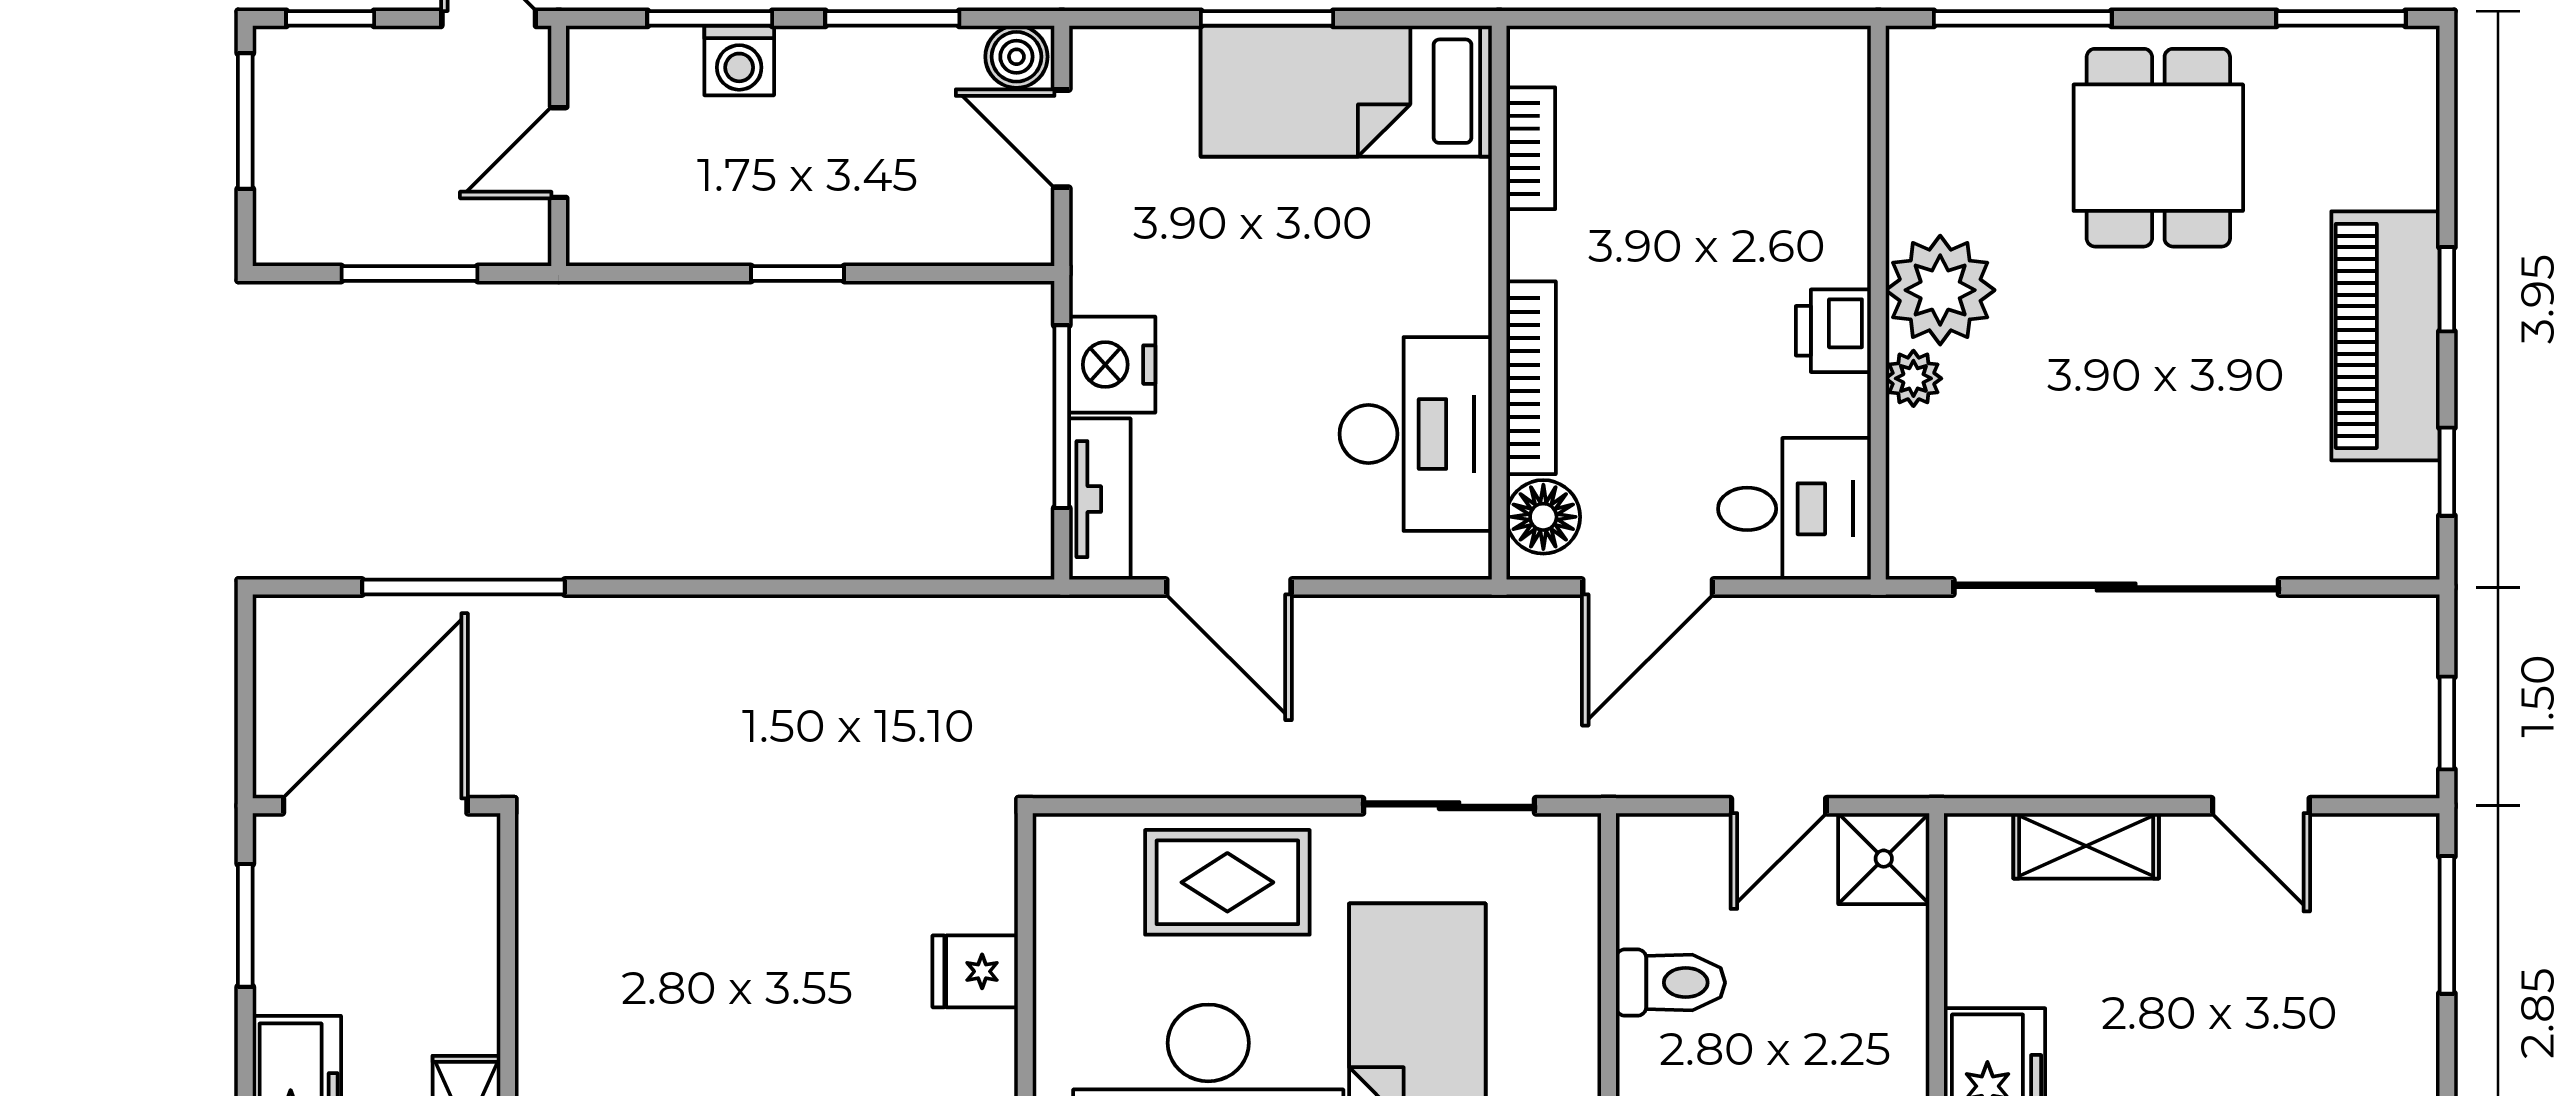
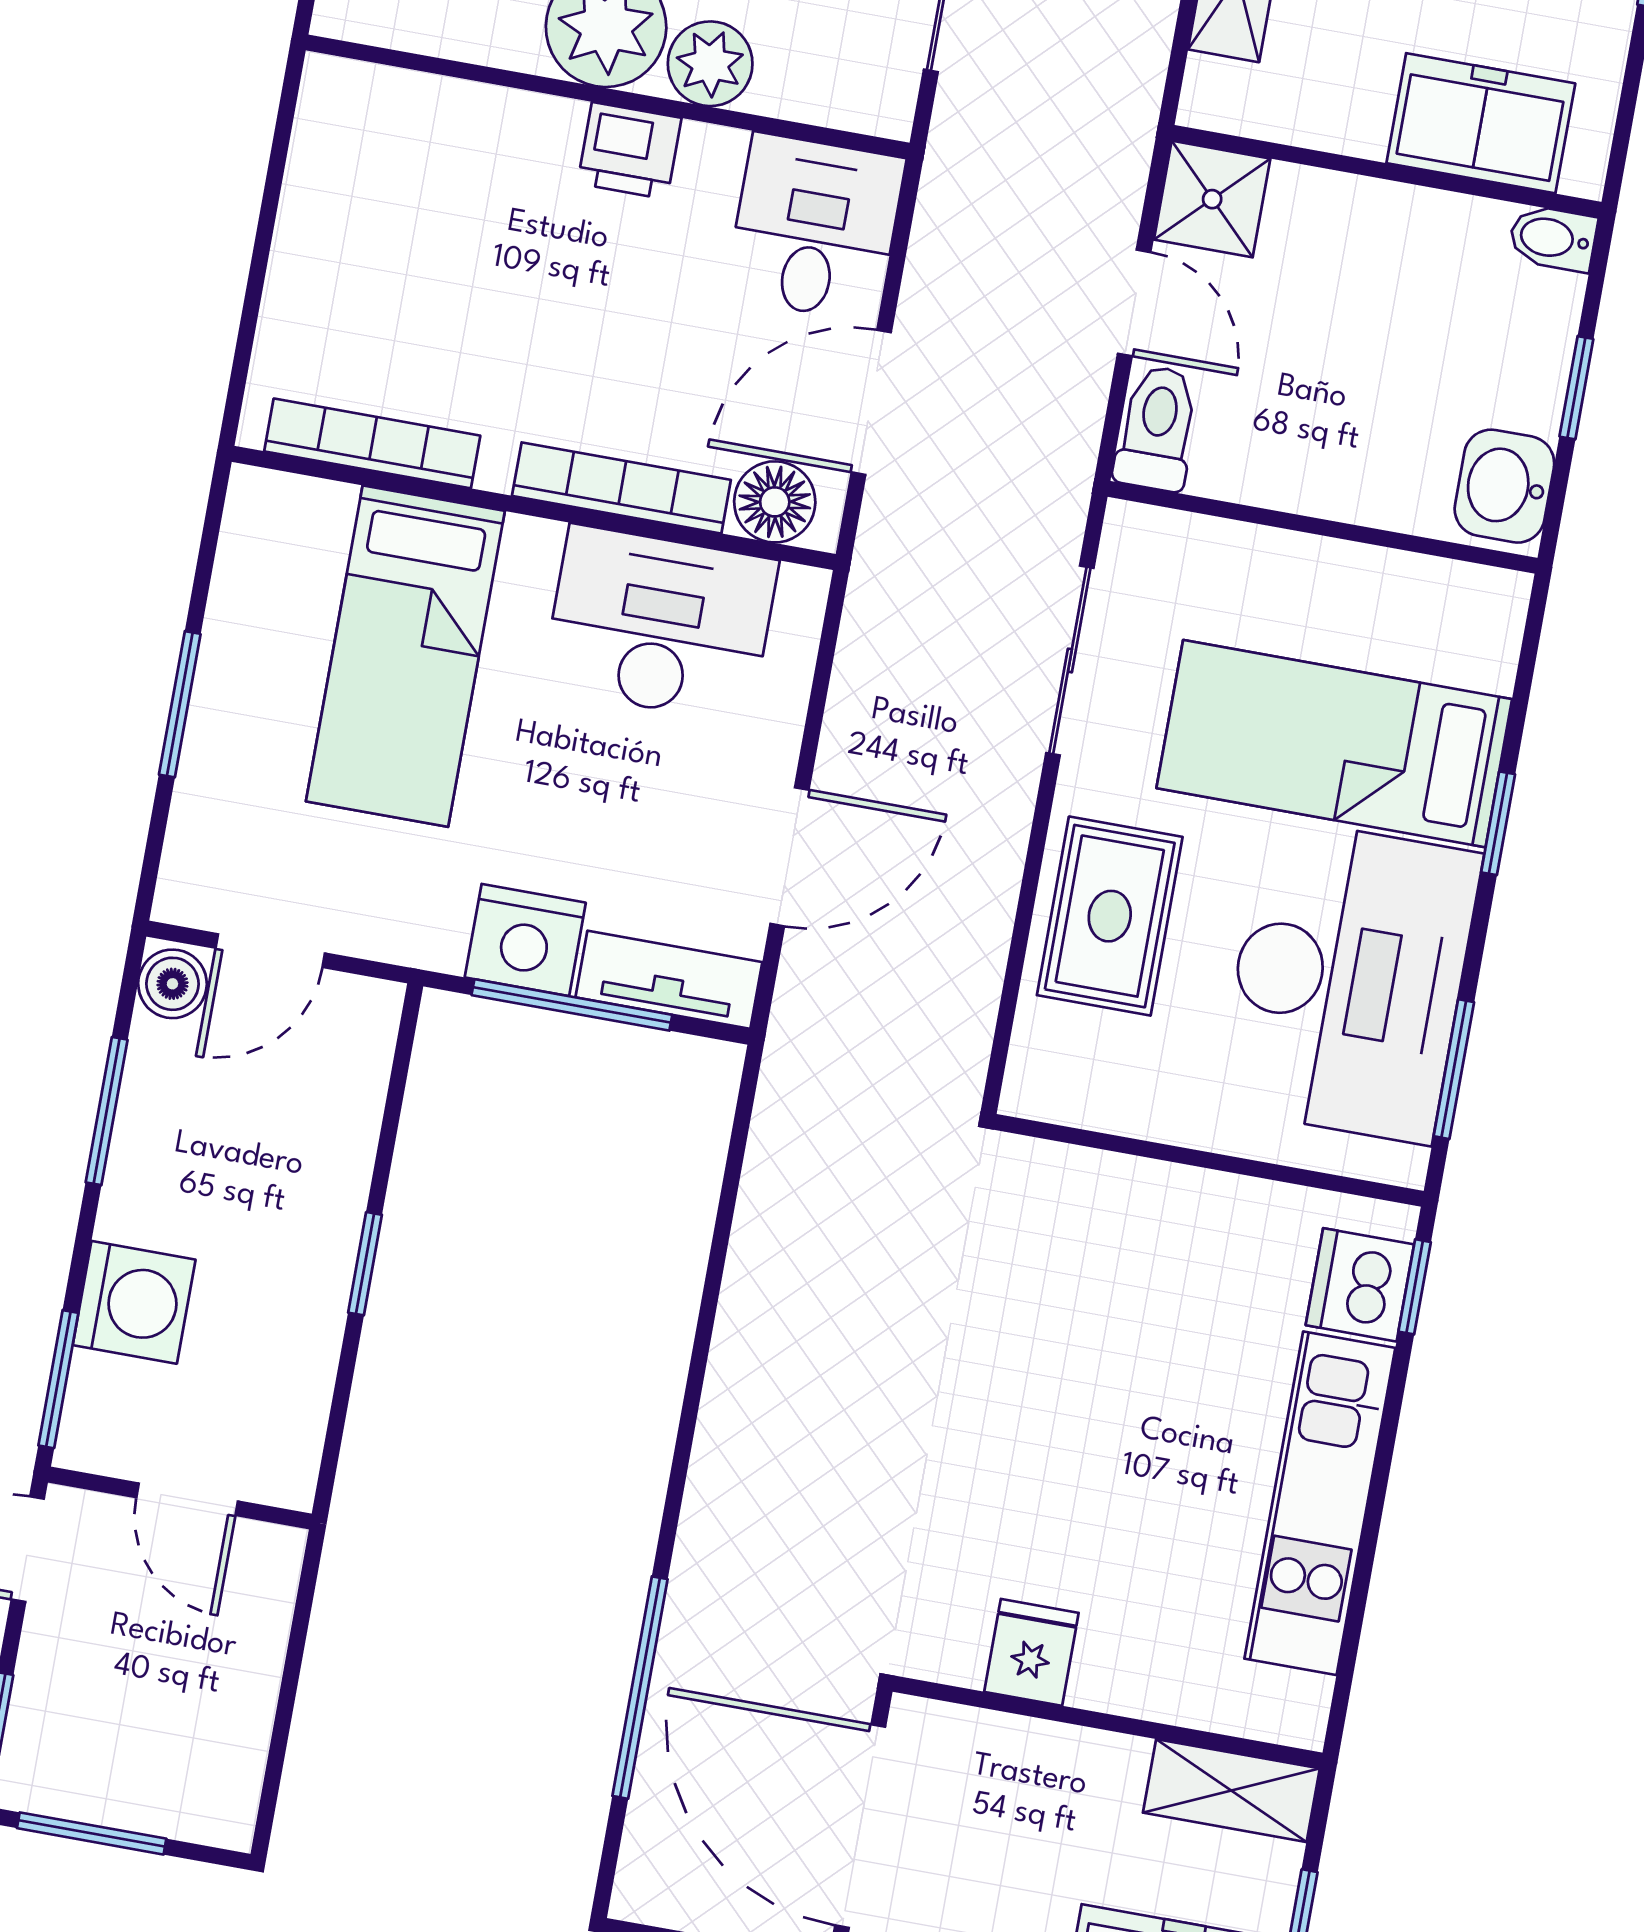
window: (710, 18) -> (58, 1379), moved
washing machine: (739, 60) -> (134, 1302), width x1.38, depth x1.38
bed: (1346, 91) -> (405, 656), moved
bookcase: (1531, 148) -> (372, 443), width x1.56
window: (410, 274) -> (289, 1685), removed
plant: (1913, 378) -> (710, 64), width x1.38, depth x1.38
door: (1648, 587) -> (871, 402), swing flipped
fridge: (975, 971) -> (1031, 1652), moved, turned 180
toilet: (1670, 983) -> (1157, 428), moved

